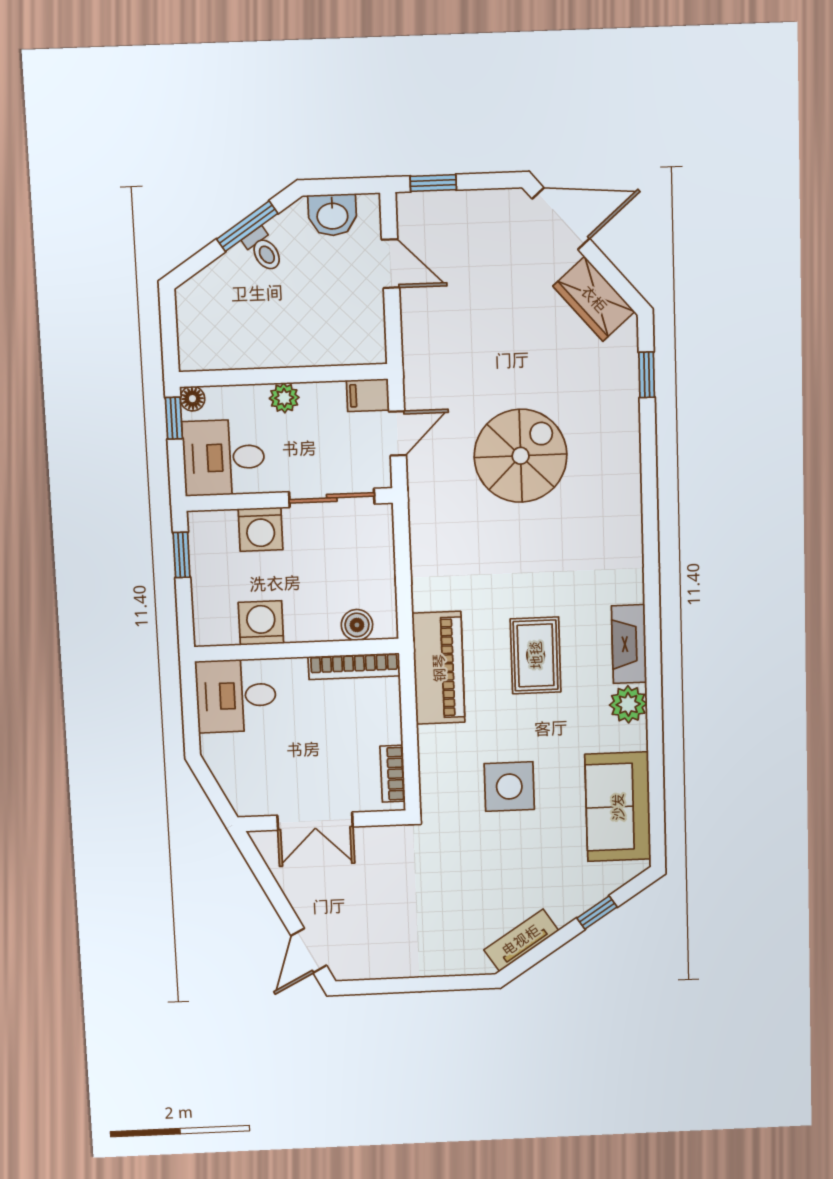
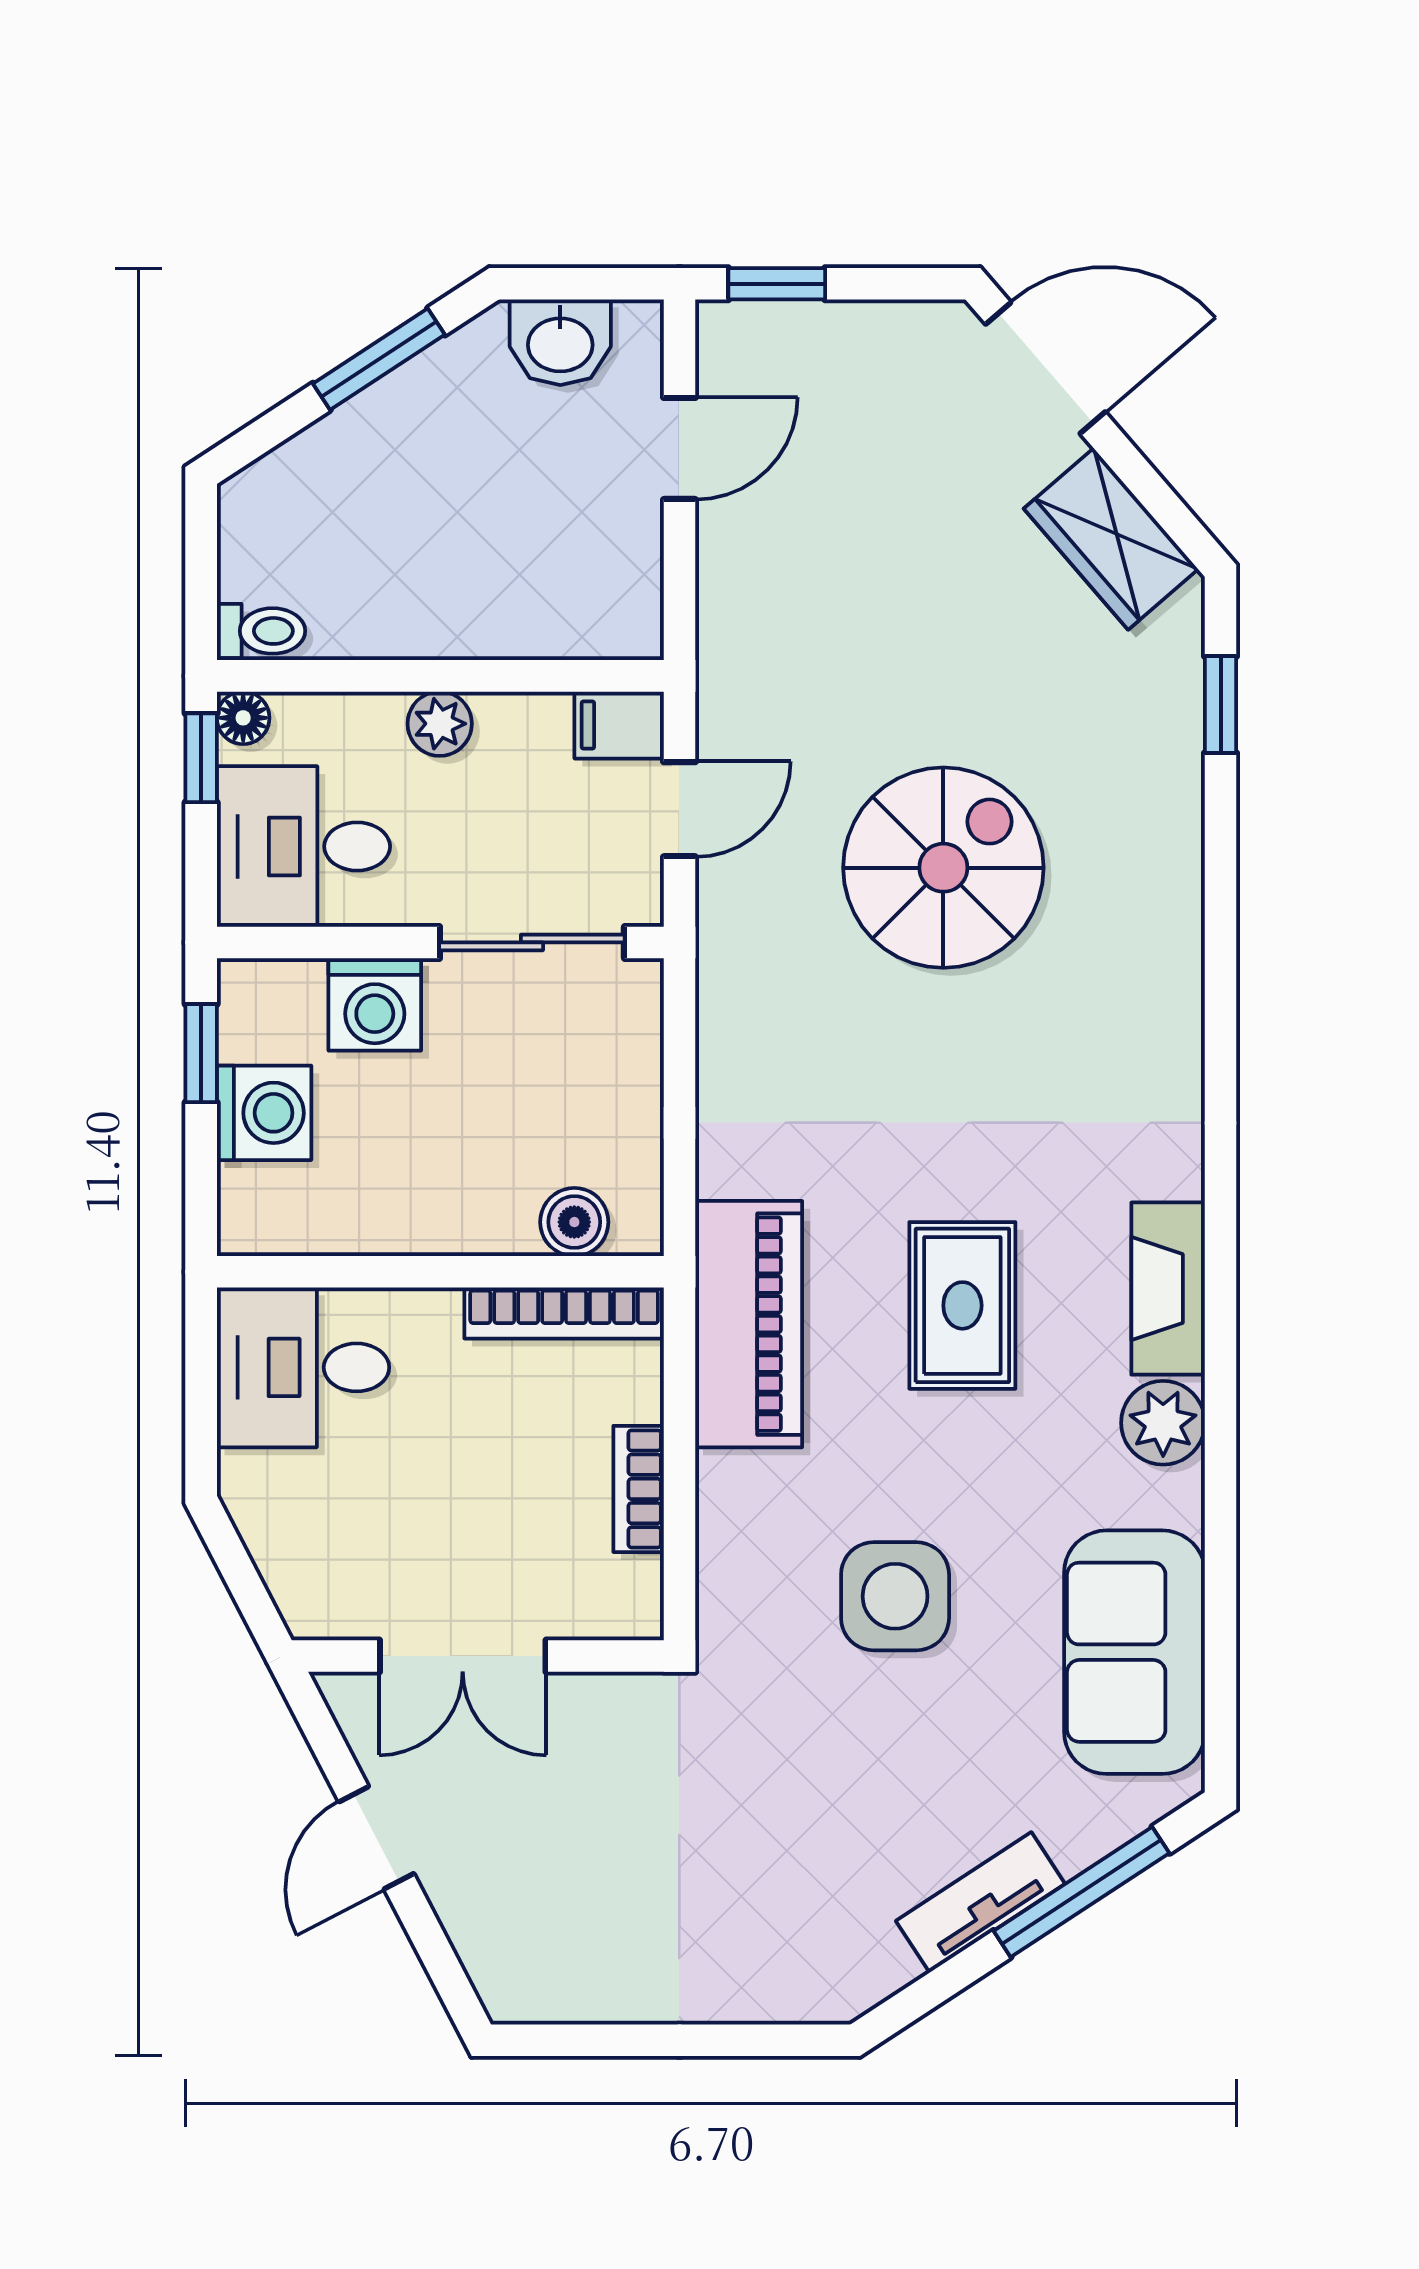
toilet: (263, 250) -> (261, 631), moved, turned -57
door: (391, 264) -> (679, 448), hinge flipped
washing machine: (261, 623) -> (264, 1113), moved, turned 90
bookcase: (393, 774) -> (639, 1489), moved
window: (597, 913) -> (1081, 1892), width x2.17
tv unit: (521, 940) -> (980, 1902), moved
door: (309, 951) -> (376, 1838), moved

